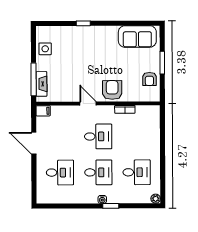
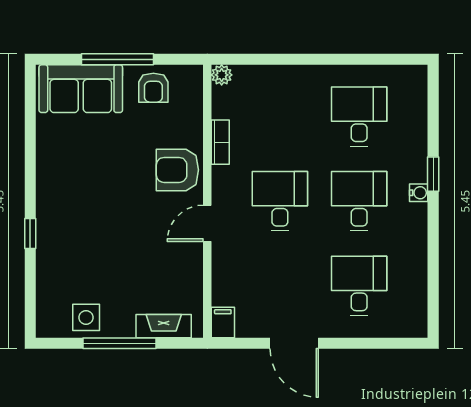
sofa: (137, 36) -> (81, 89), moved, turned 90
window: (162, 63) -> (117, 59), width x1.44
window: (34, 79) -> (119, 343), moved
armchair: (149, 79) -> (153, 88), turned 90
door: (34, 143) -> (294, 343), hinge flipped
plant: (156, 199) -> (222, 75), moved

